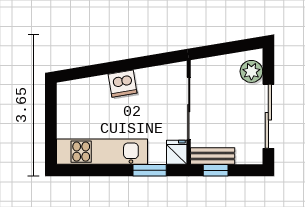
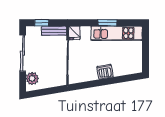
window: (150, 170) -> (107, 23), moved
window: (216, 170) -> (42, 23), moved

